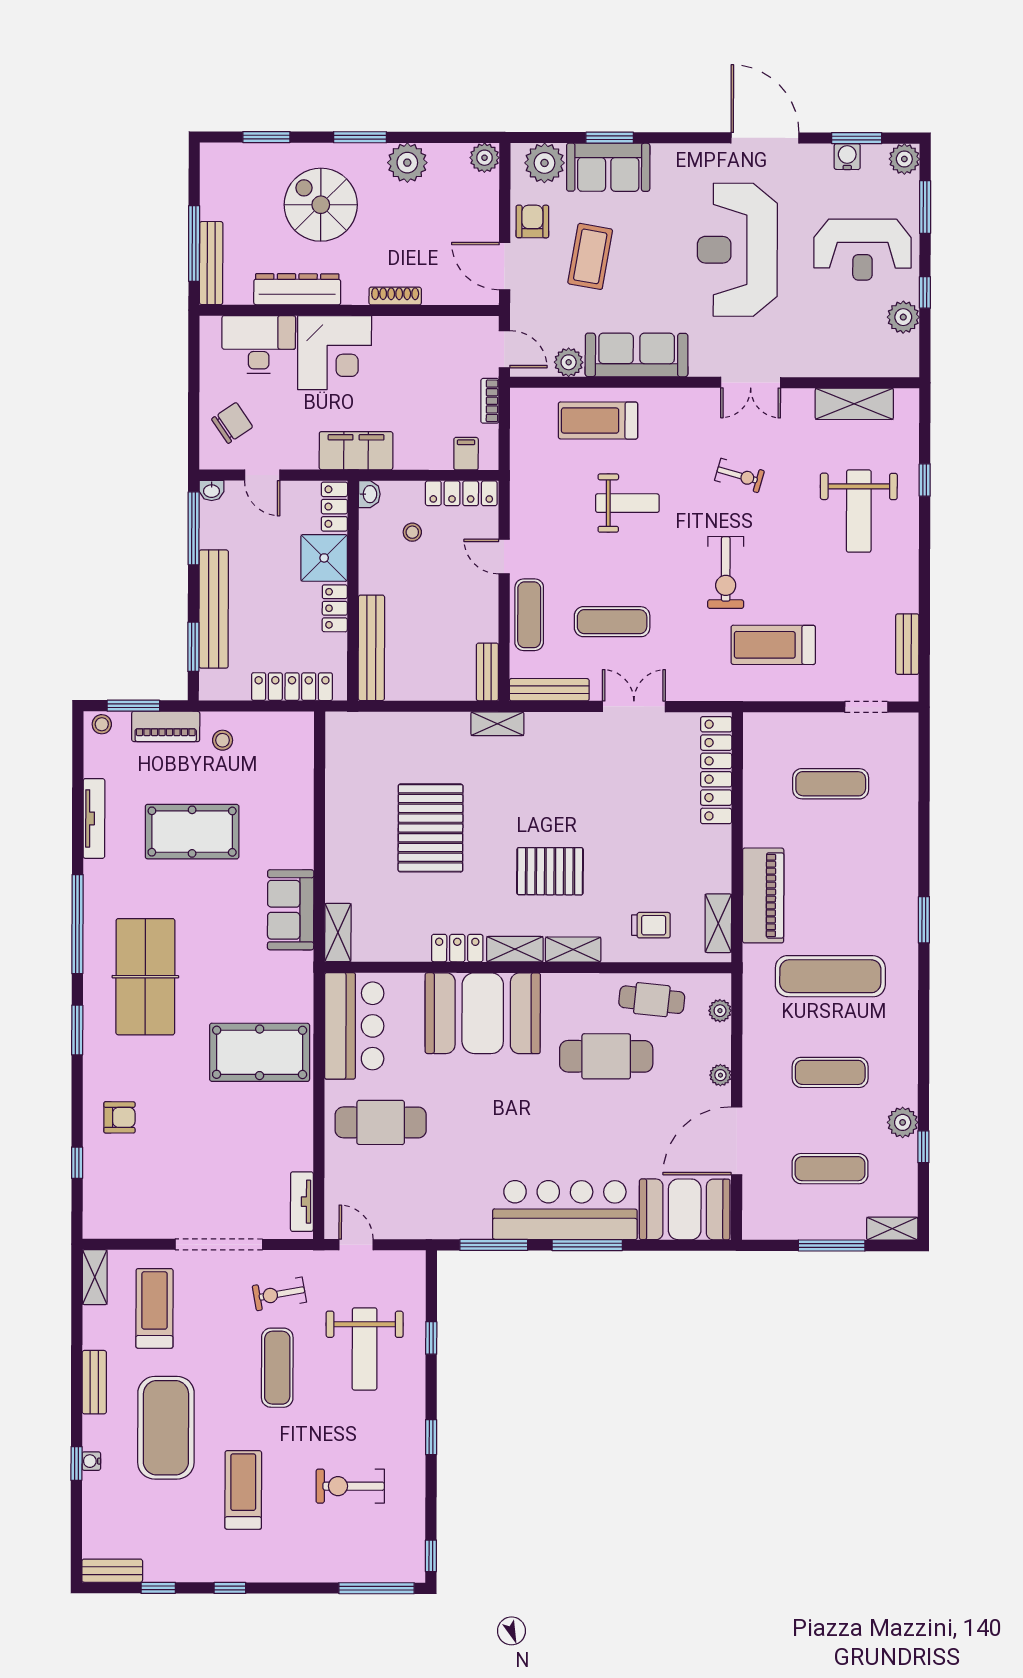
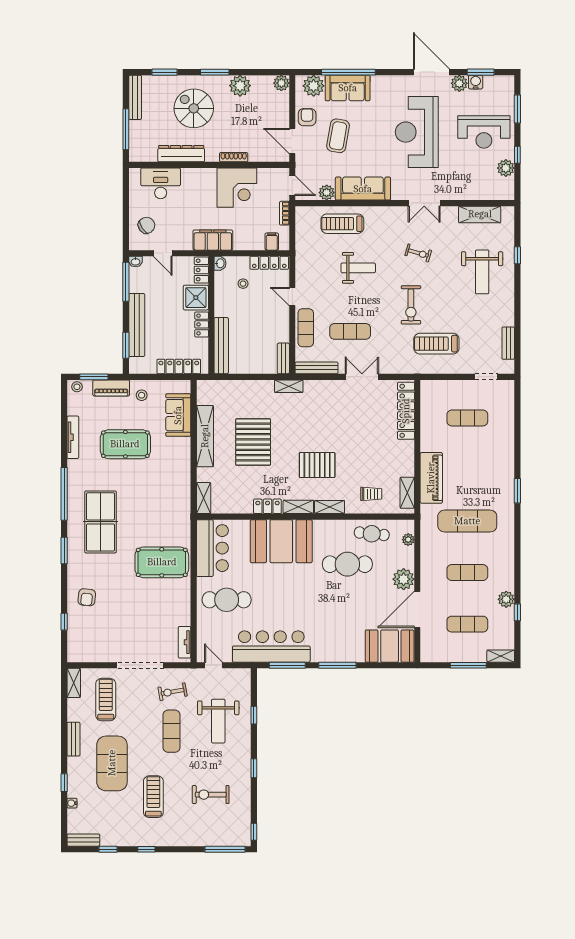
window: (610, 138) -> (348, 72), width x2.11
plant: (904, 159) -> (459, 83), moved
bench: (211, 263) -> (135, 97), moved
corner desk: (335, 353) -> (237, 188), moved
shelving: (341, 817) -> (205, 436), added
sofa: (291, 910) -> (178, 415), moved
plant: (720, 1075) -> (404, 579), width x1.88, depth x1.88
armchair: (119, 1117) -> (87, 597), turned 96
bar counter: (565, 1210) -> (271, 647), moved
water cooler: (91, 1461) -> (72, 803), moved

